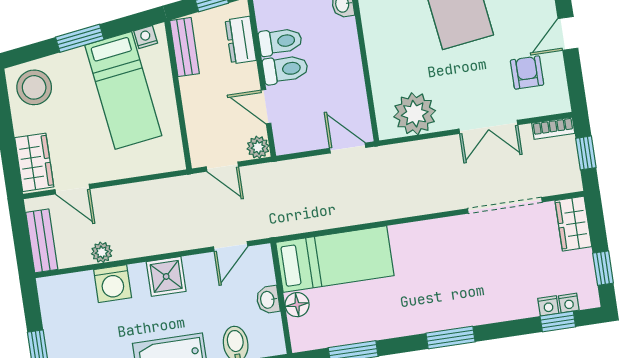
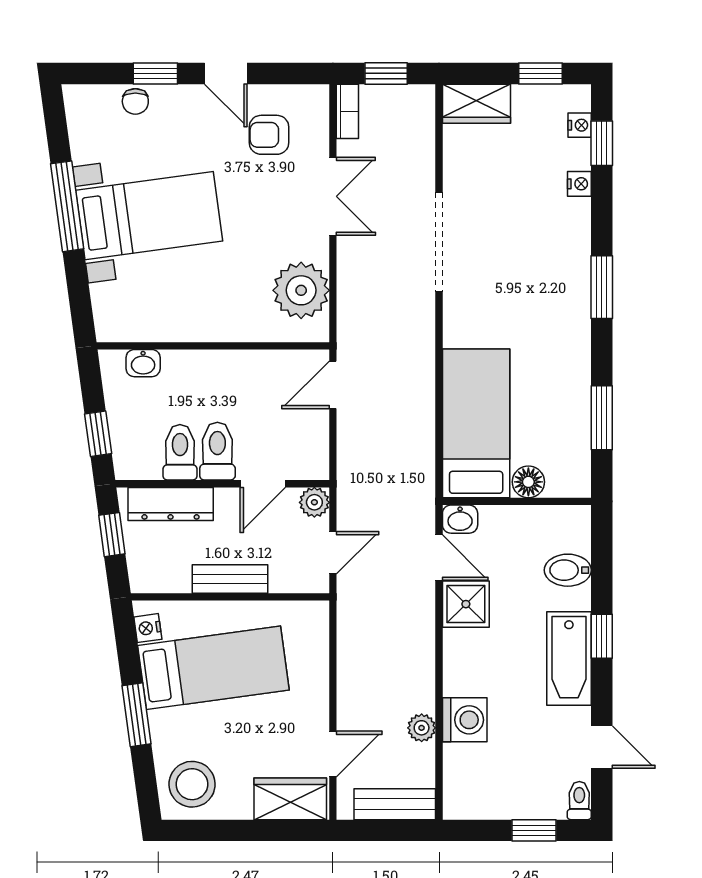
dresser: (241, 40) -> (171, 504), width x1.44
bench: (185, 47) -> (230, 579), moved
doorway: (505, 205) -> (439, 242), moved
shower: (166, 276) -> (466, 604), moved
washbasin: (268, 300) -> (460, 519), moved
nightstand: (548, 306) -> (579, 184), moved

